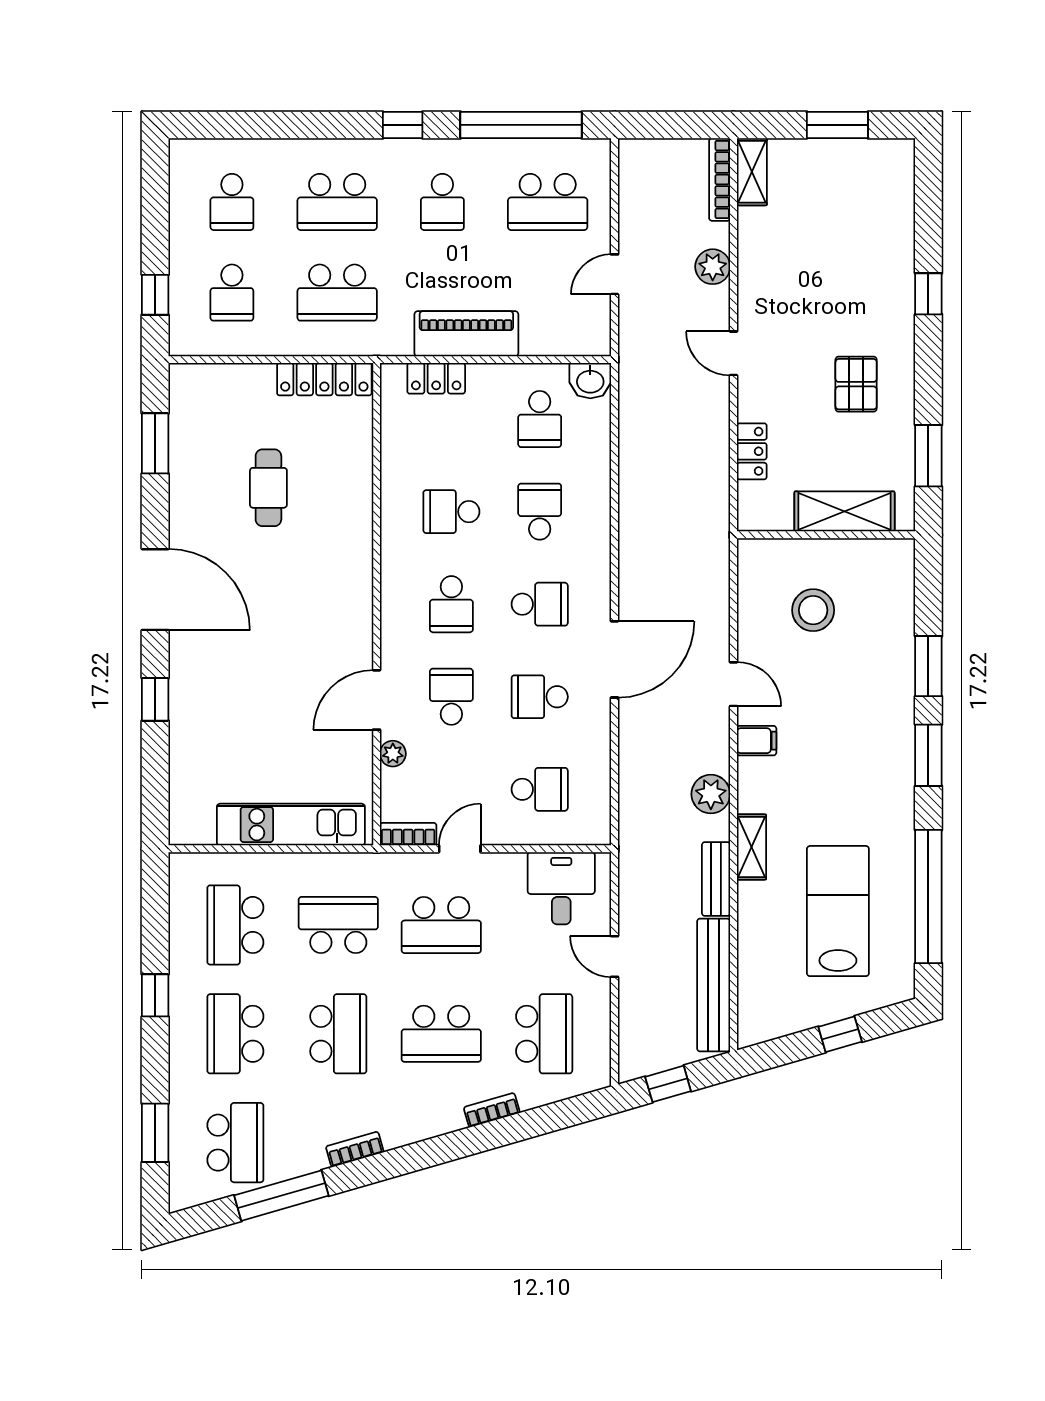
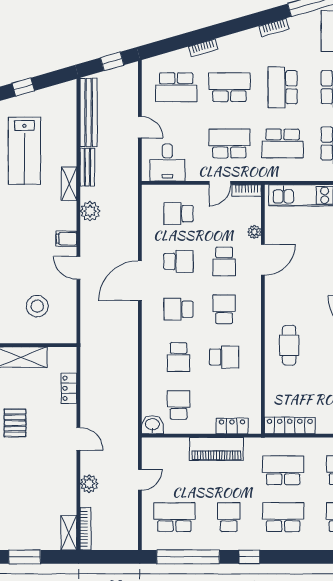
cafe table: (268, 488) -> (289, 345), moved
school desk: (544, 1034) -> (176, 87), turned -90

